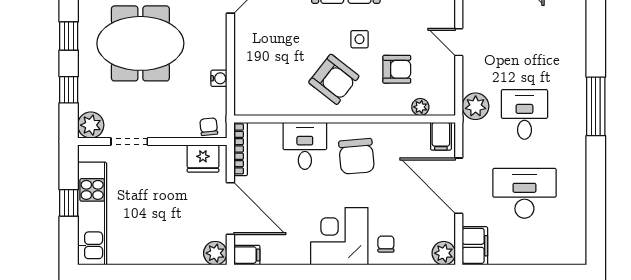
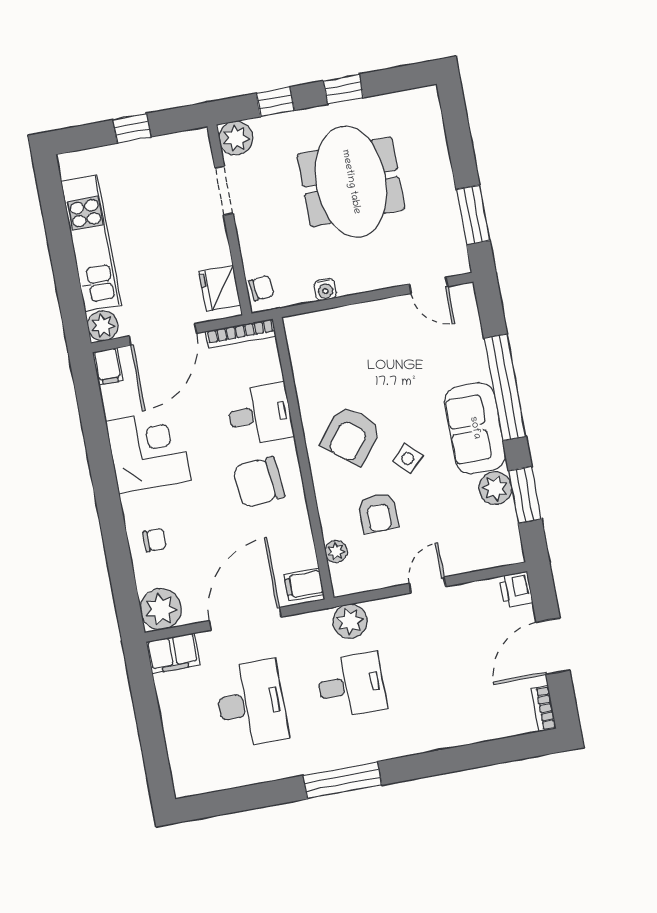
side table: (360, 39) -> (408, 458), turned 45
window: (596, 106) -> (342, 780), moved
kitchen unit: (92, 214) -> (91, 243), moved, turned -90
corner desk: (339, 236) -> (148, 451), moved
plant: (444, 253) -> (161, 609), width x1.36, depth x1.36

